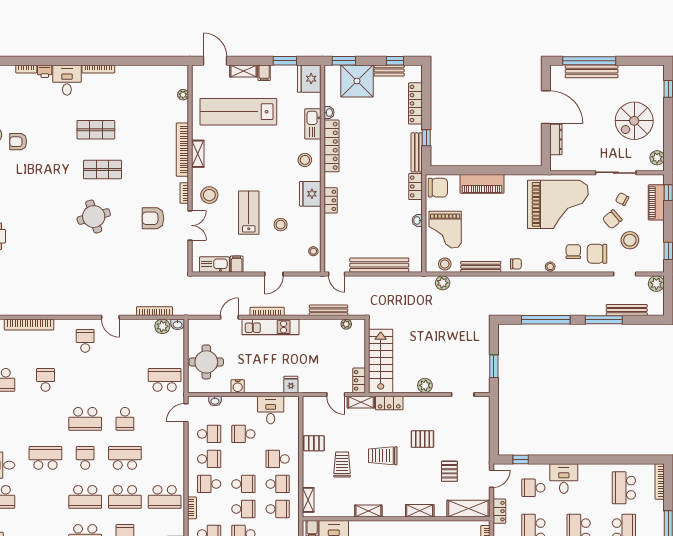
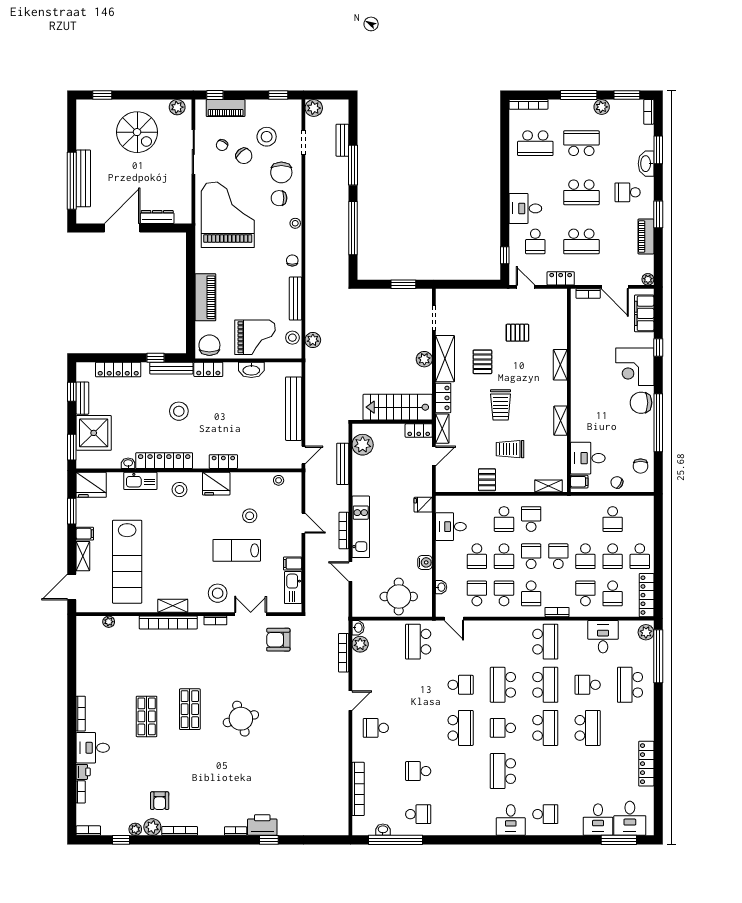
stool: (377, 159) -> (179, 411), added
armchair: (153, 218) -> (278, 640), moved, turned 90
washbasin: (417, 220) -> (251, 370), width x1.91, depth x1.45
bench: (627, 310) -> (342, 140), width x0.73
plant: (346, 324) -> (363, 445), width x1.88, depth x1.88
school desk: (278, 509) -> (504, 556), moved, turned 180
shelving: (468, 509) -> (445, 359), moved

